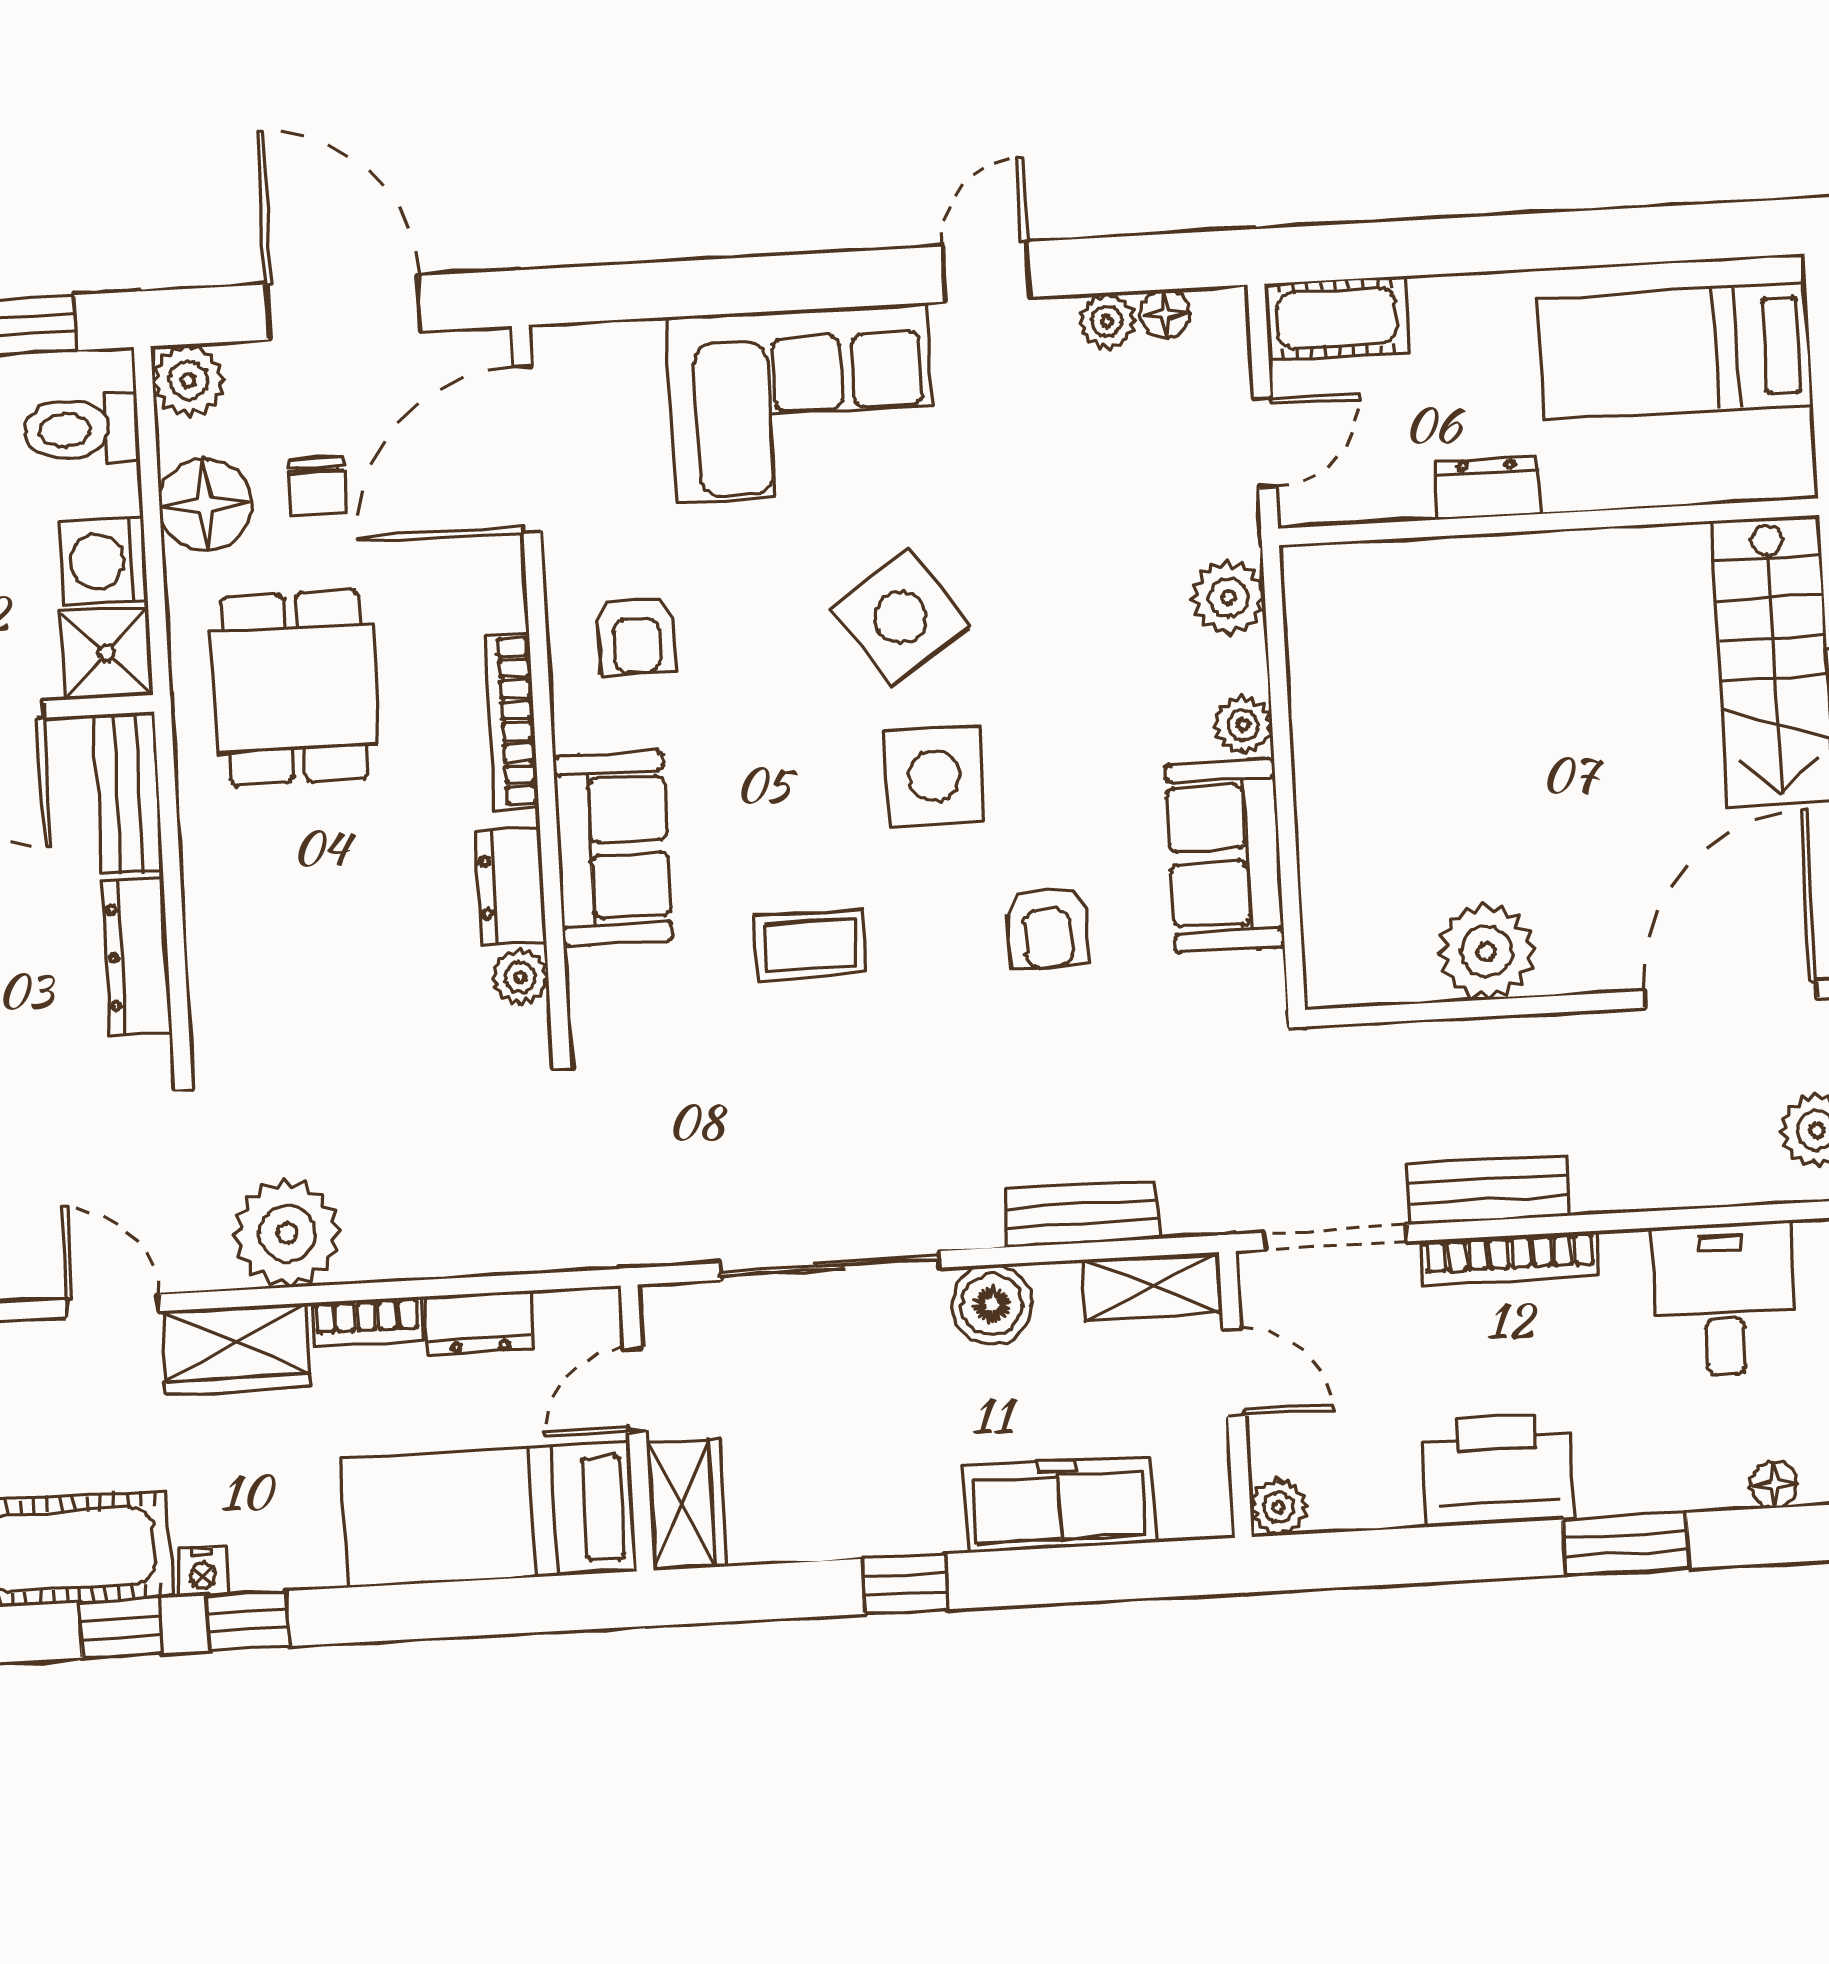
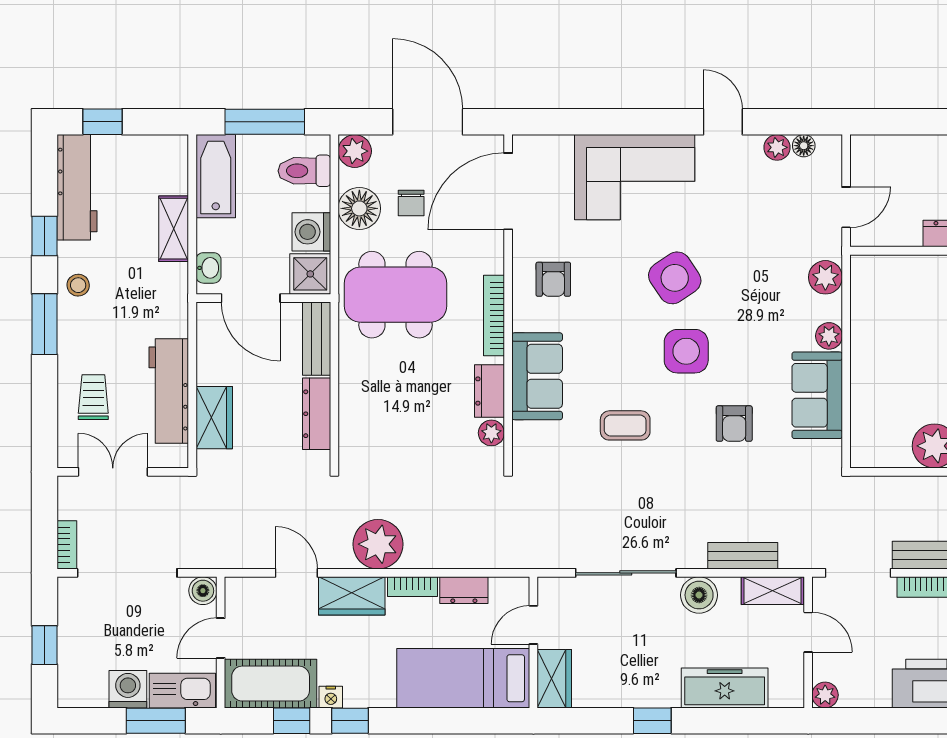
door: (986, 272) -> (723, 122), hinge flipped
cot: (1337, 318) -> (882, 152), removed
dining table: (295, 688) -> (396, 295), width x1.38

